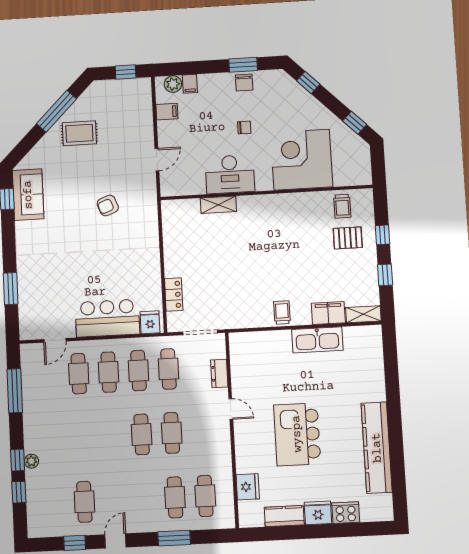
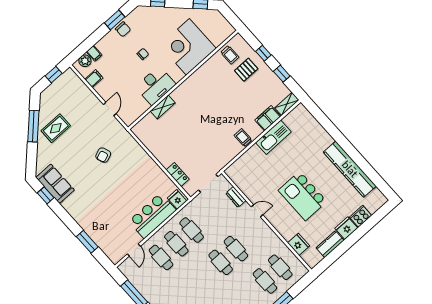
cafe table: (168, 369) -> (207, 216), removed

